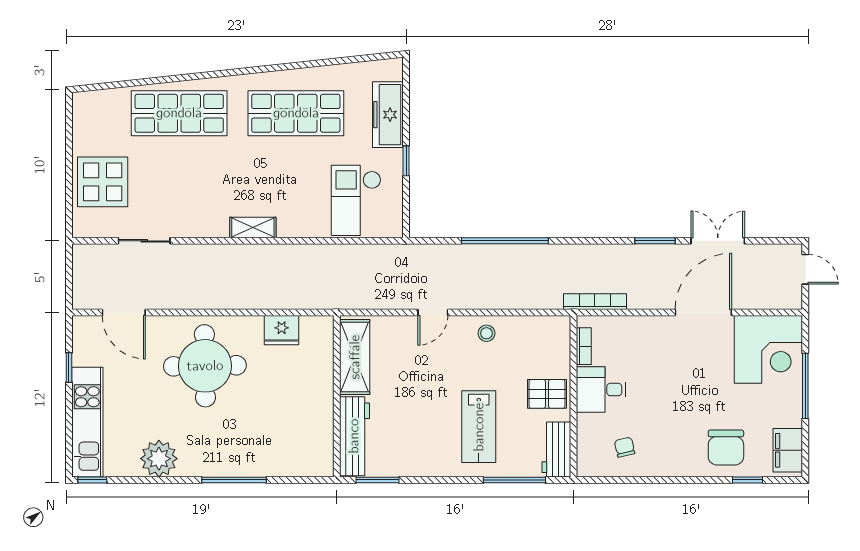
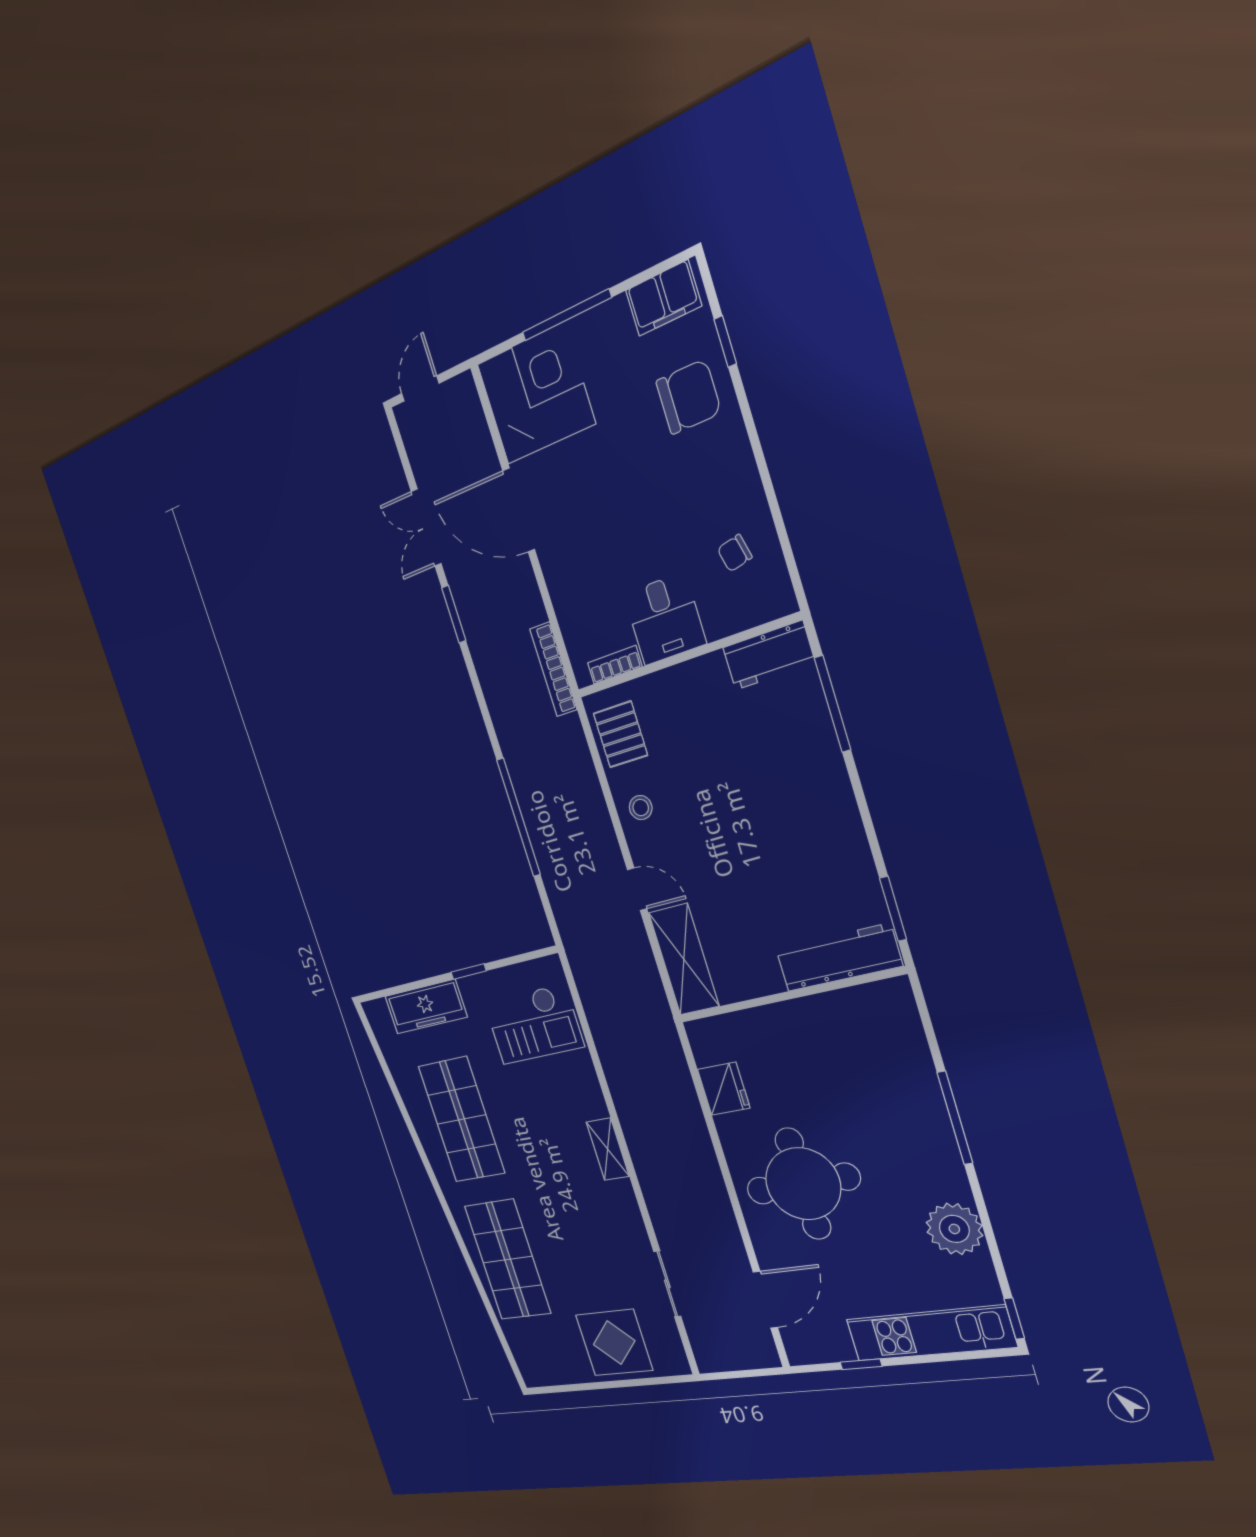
shelving: (355, 357) -> (684, 959), moved, turned 90
pallet: (547, 394) -> (620, 734), moved
lab bench: (479, 427) -> (771, 781), removed

